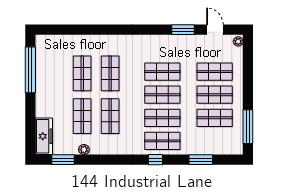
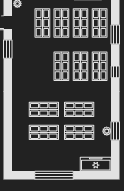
window: (30, 70) -> (54, 175), moved
shop shelf: (162, 72) -> (100, 23), moved
window: (63, 160) -> (115, 131), moved

